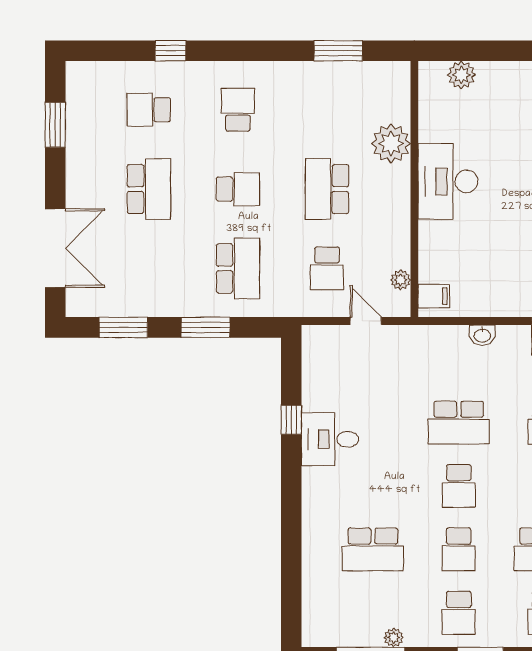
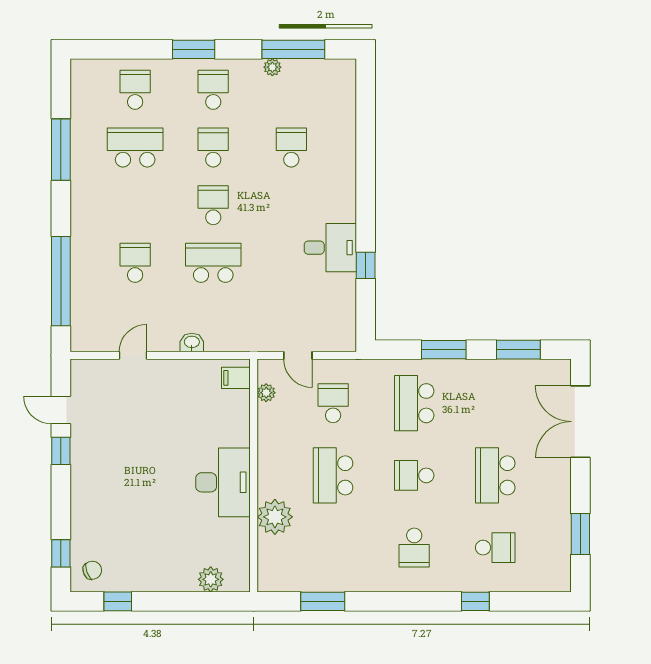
school desk: (327, 189) -> (333, 475), turned 180
school desk: (373, 549) -> (291, 147), width x0.54

